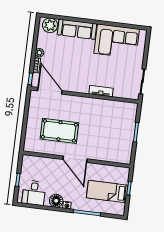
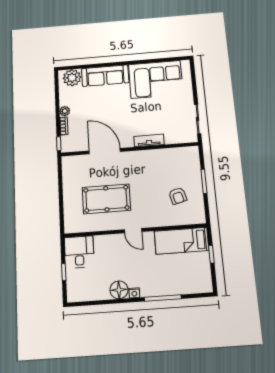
door: (50, 91) -> (105, 151), moved
armchair: (114, 139) -> (178, 196), added
door: (75, 159) -> (133, 231), width x0.53
bed: (107, 191) -> (181, 241), moved
desk: (34, 193) -> (79, 252), moved, turned 180

